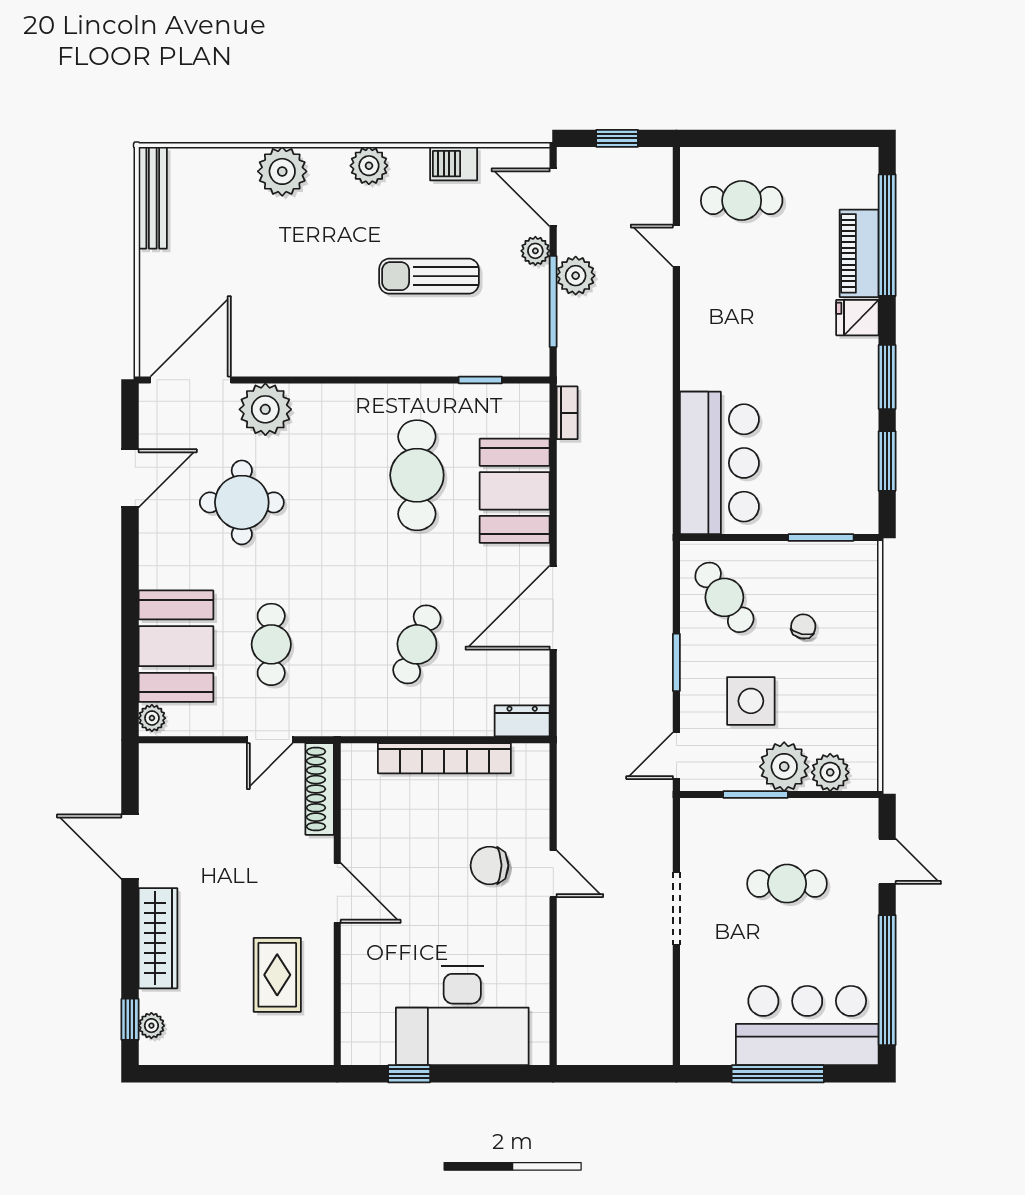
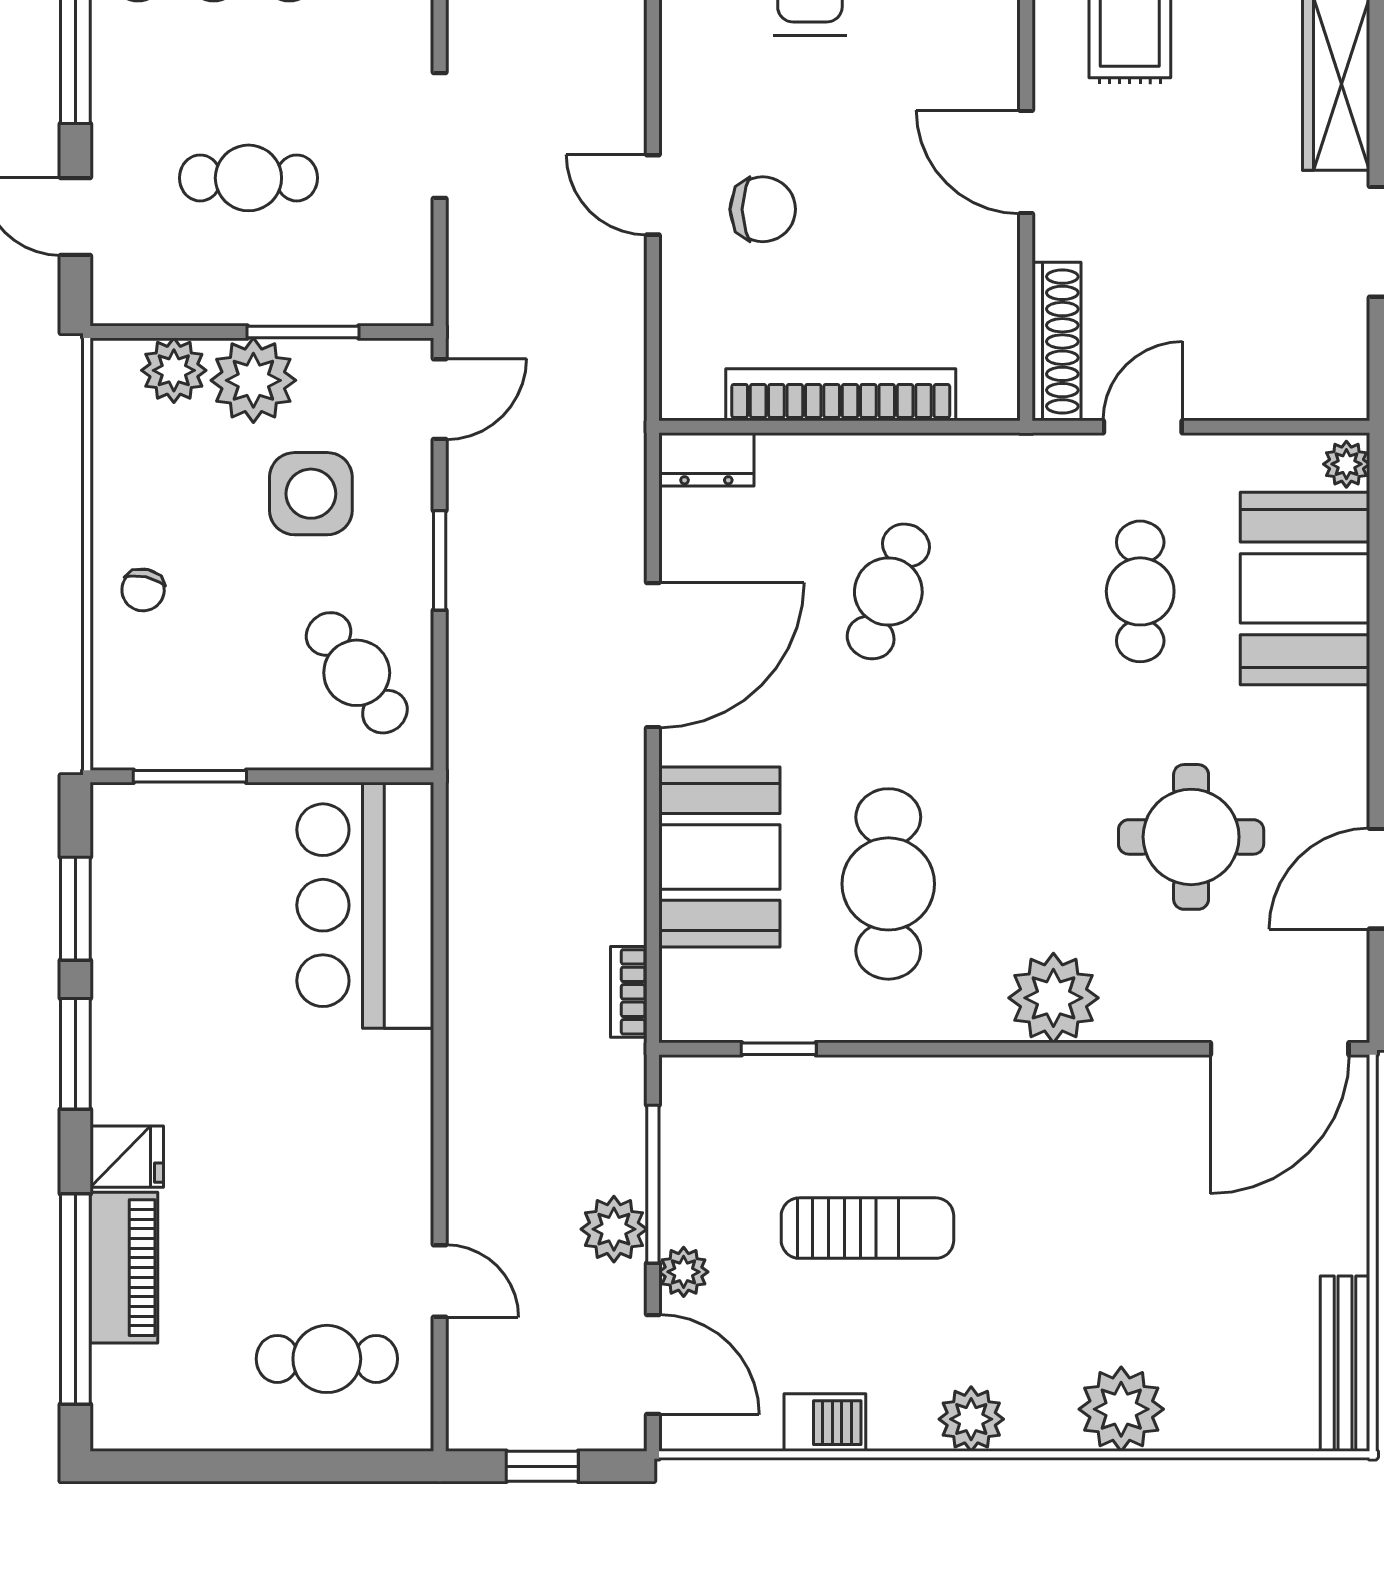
plant: (265, 409) -> (1053, 998), moved
chair: (803, 626) -> (143, 590), moved

